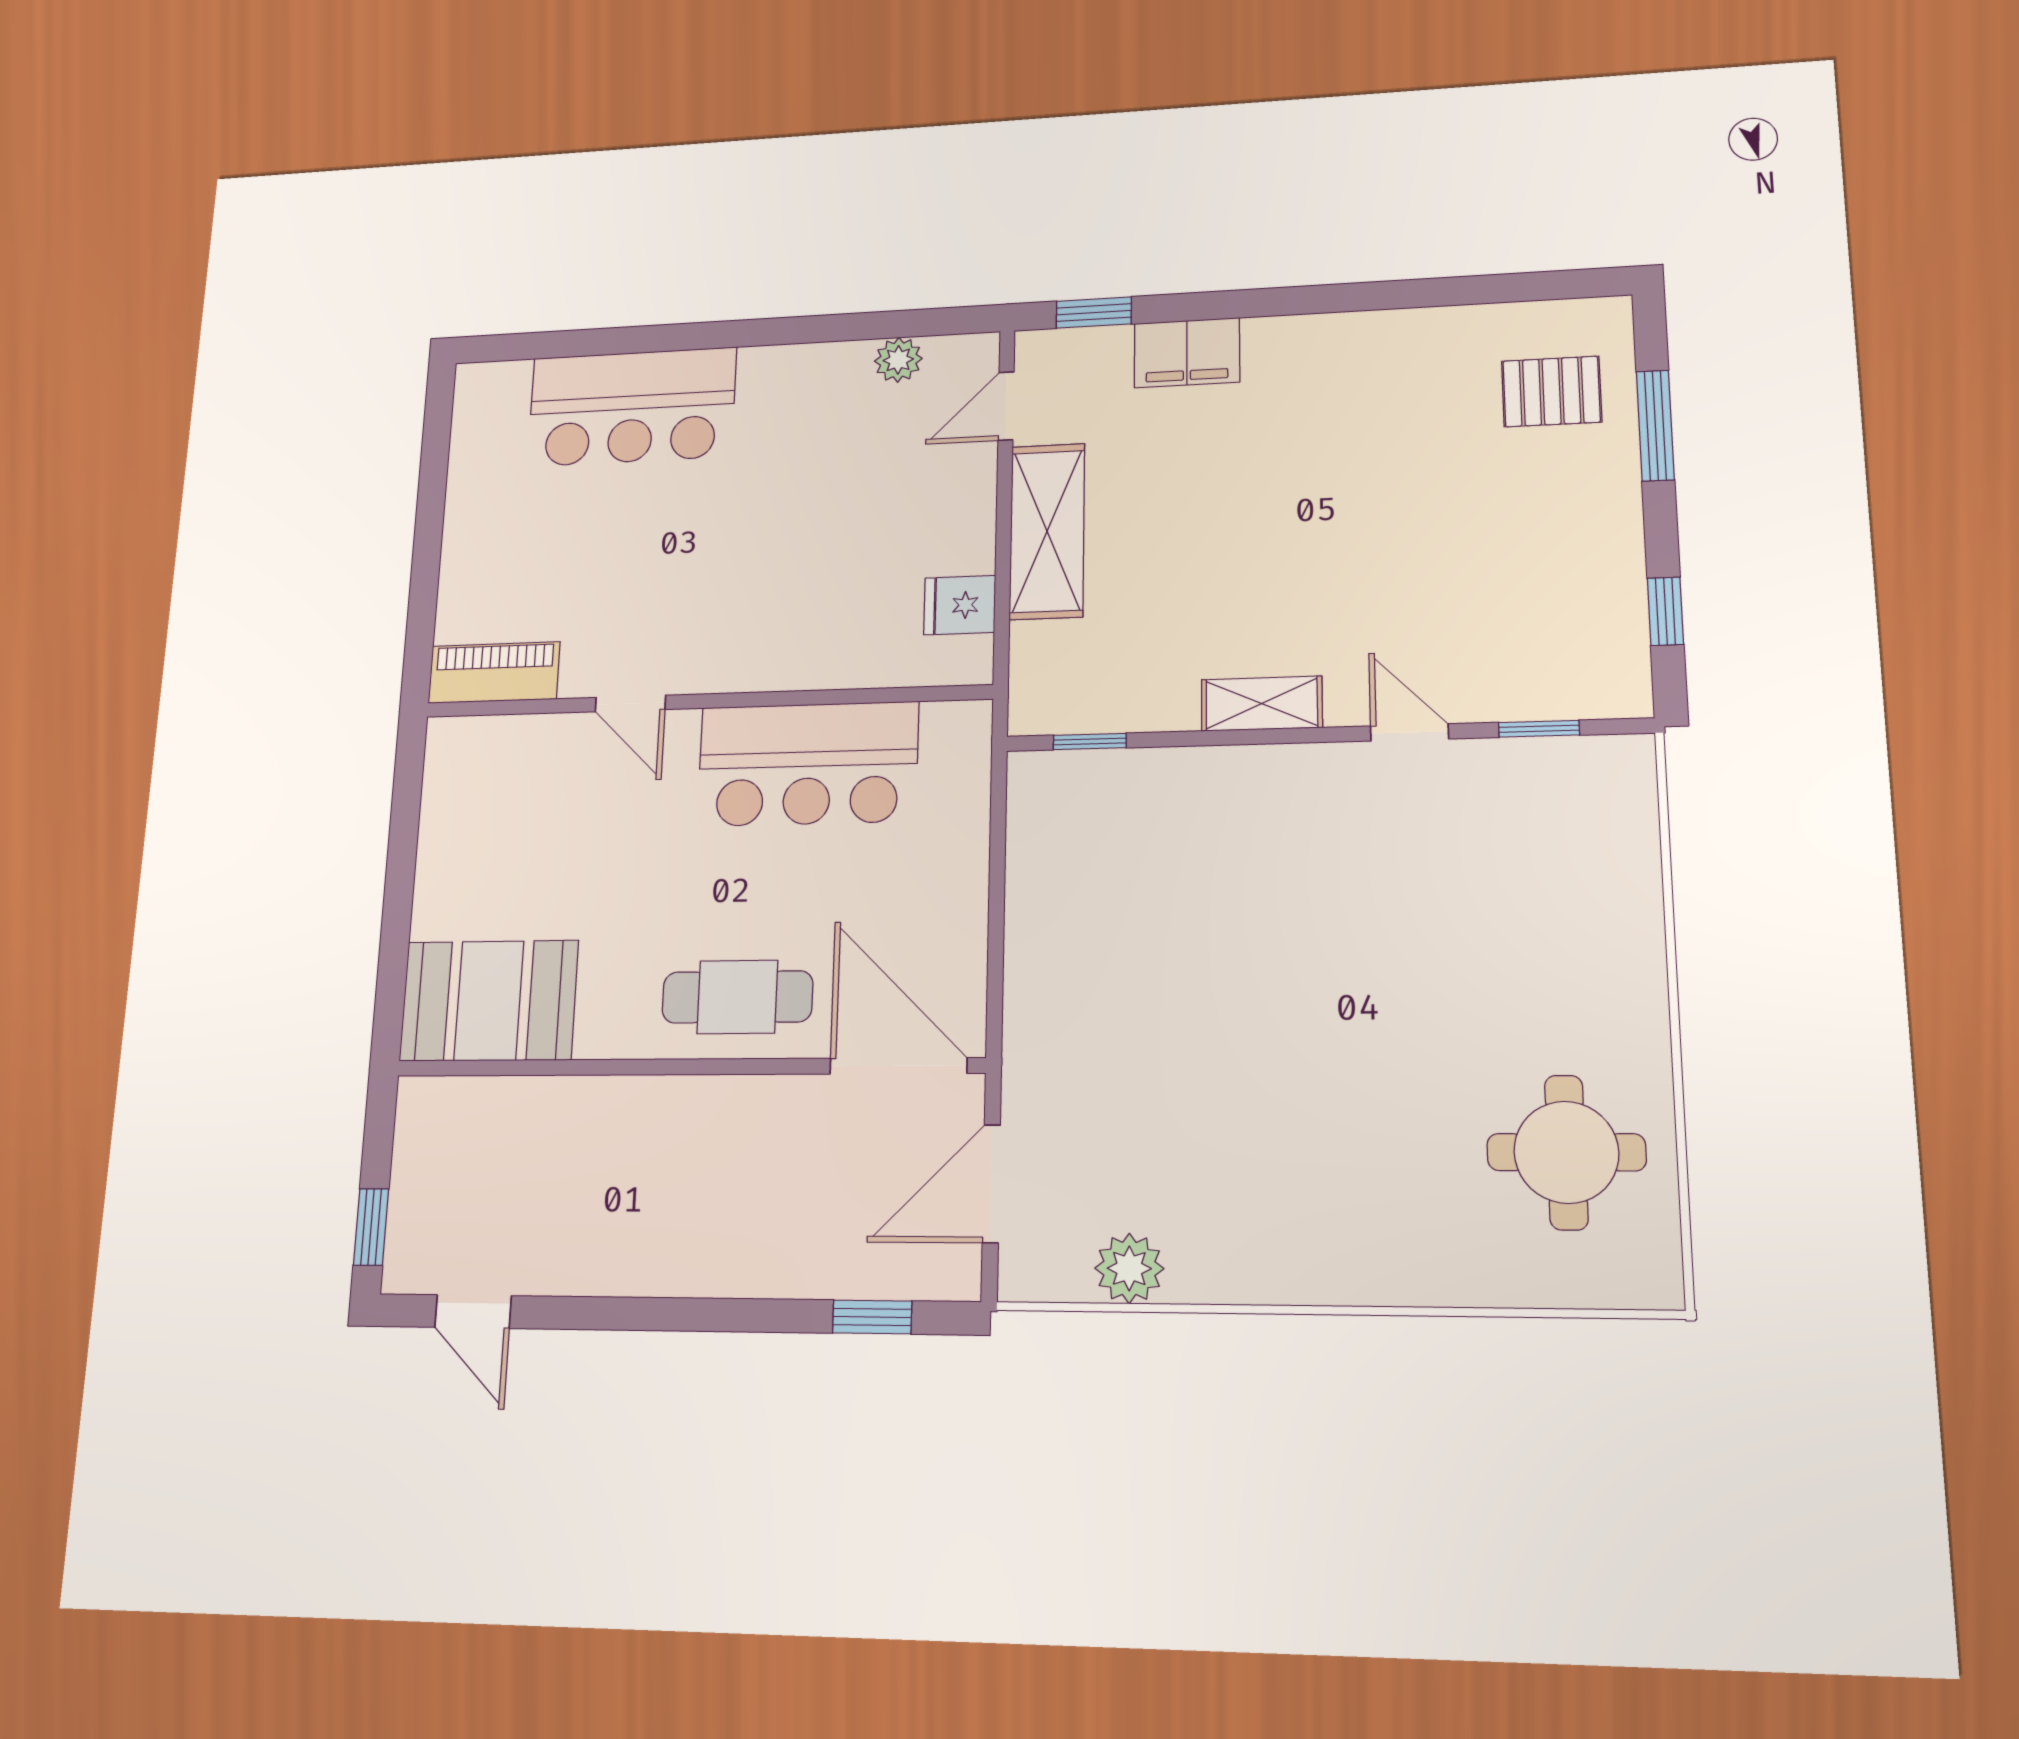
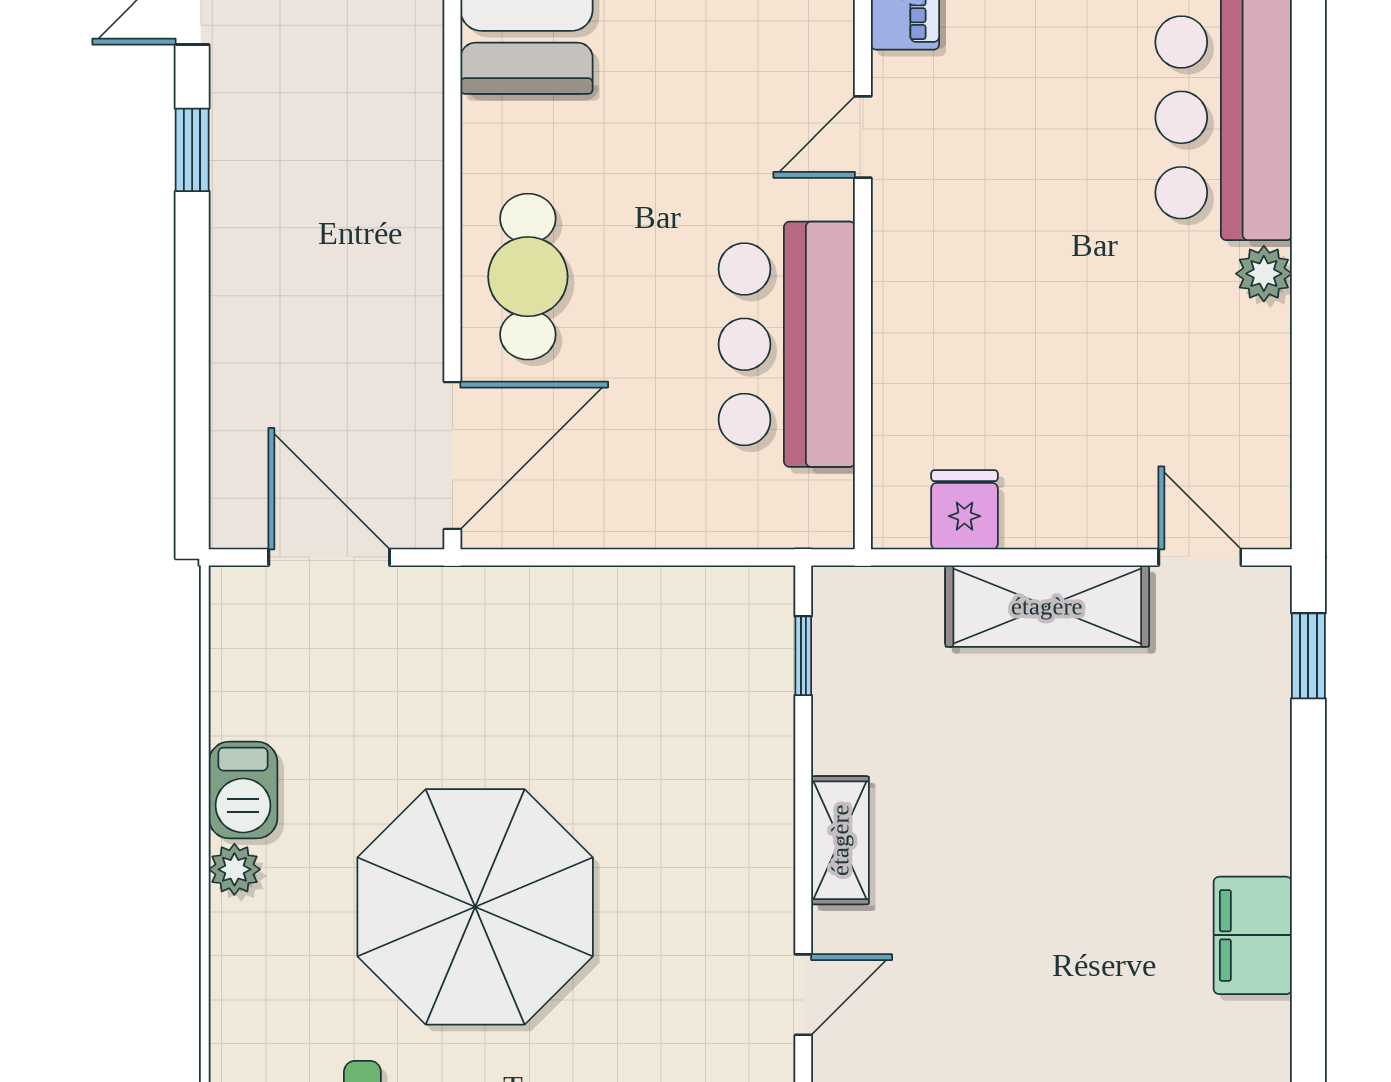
filing cabinet: (1187, 353) -> (1253, 935), moved
plant: (898, 360) -> (1264, 274), moved
parasol: (1330, 1042) -> (475, 907), added
plant: (1129, 1268) -> (234, 869), moved, width x0.73, depth x0.73
barbecue: (1217, 1270) -> (243, 790), added
window: (872, 1317) -> (192, 150), moved

